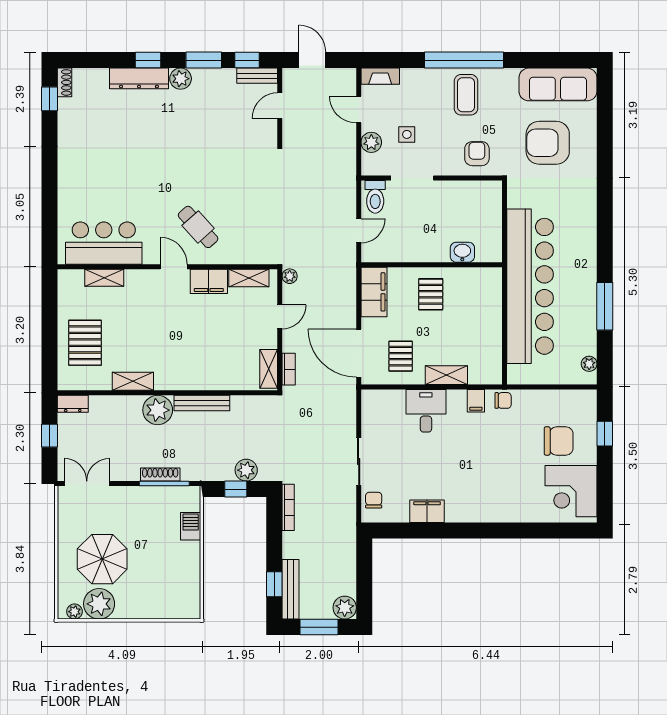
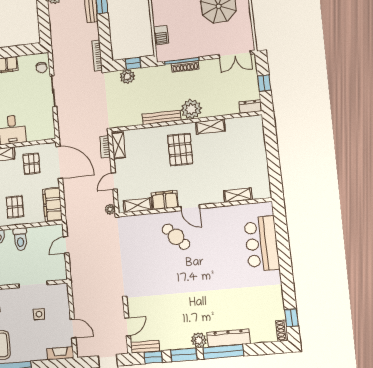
window: (148, 60) -> (223, 352), width x2.17
plant: (371, 142) -> (63, 307), removed
toilet: (375, 197) -> (20, 239), moved, turned 180
bar counter: (104, 243) -> (262, 244), moved, turned 90
pallet: (85, 343) -> (180, 150), moved

